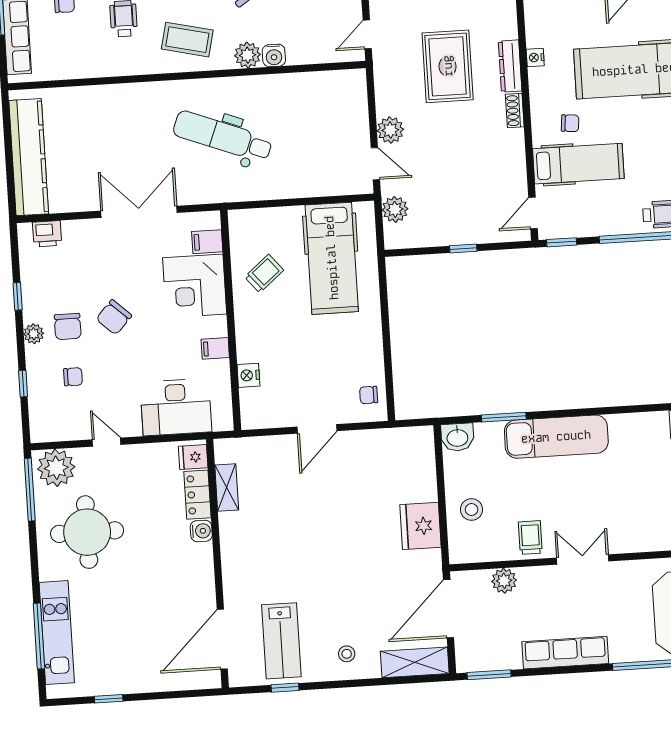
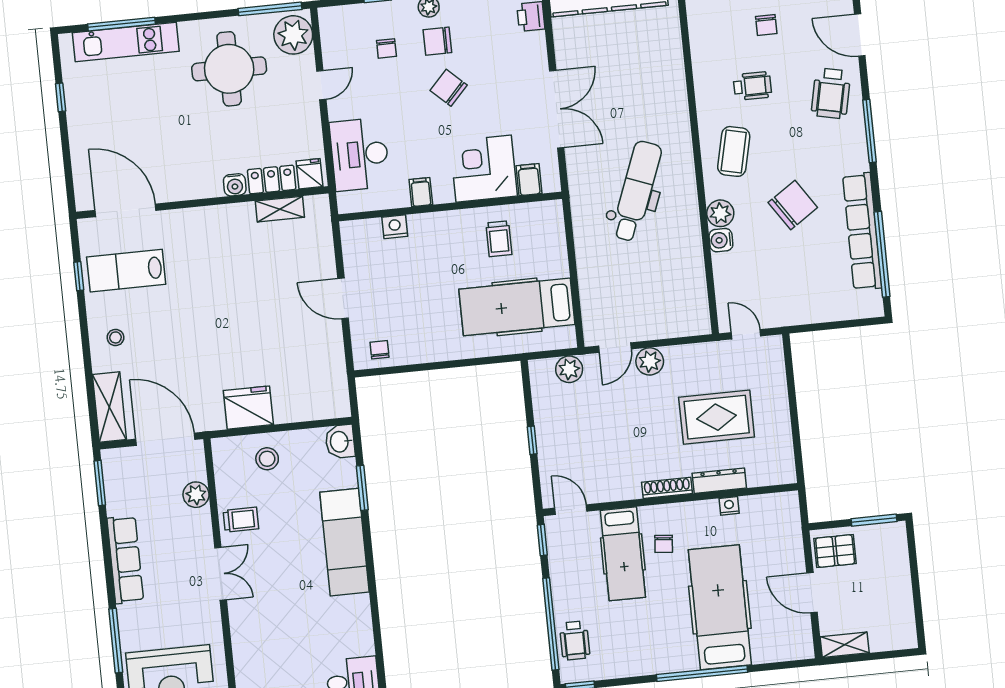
shoe rack: (515, 111) -> (667, 488), width x1.43
trolley: (264, 274) -> (499, 239), turned 40

